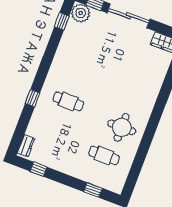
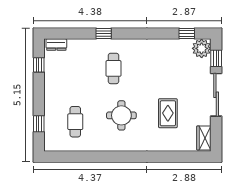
rug: (129, 67) -> (168, 113), added
round table: (122, 127) -> (121, 115), moved

